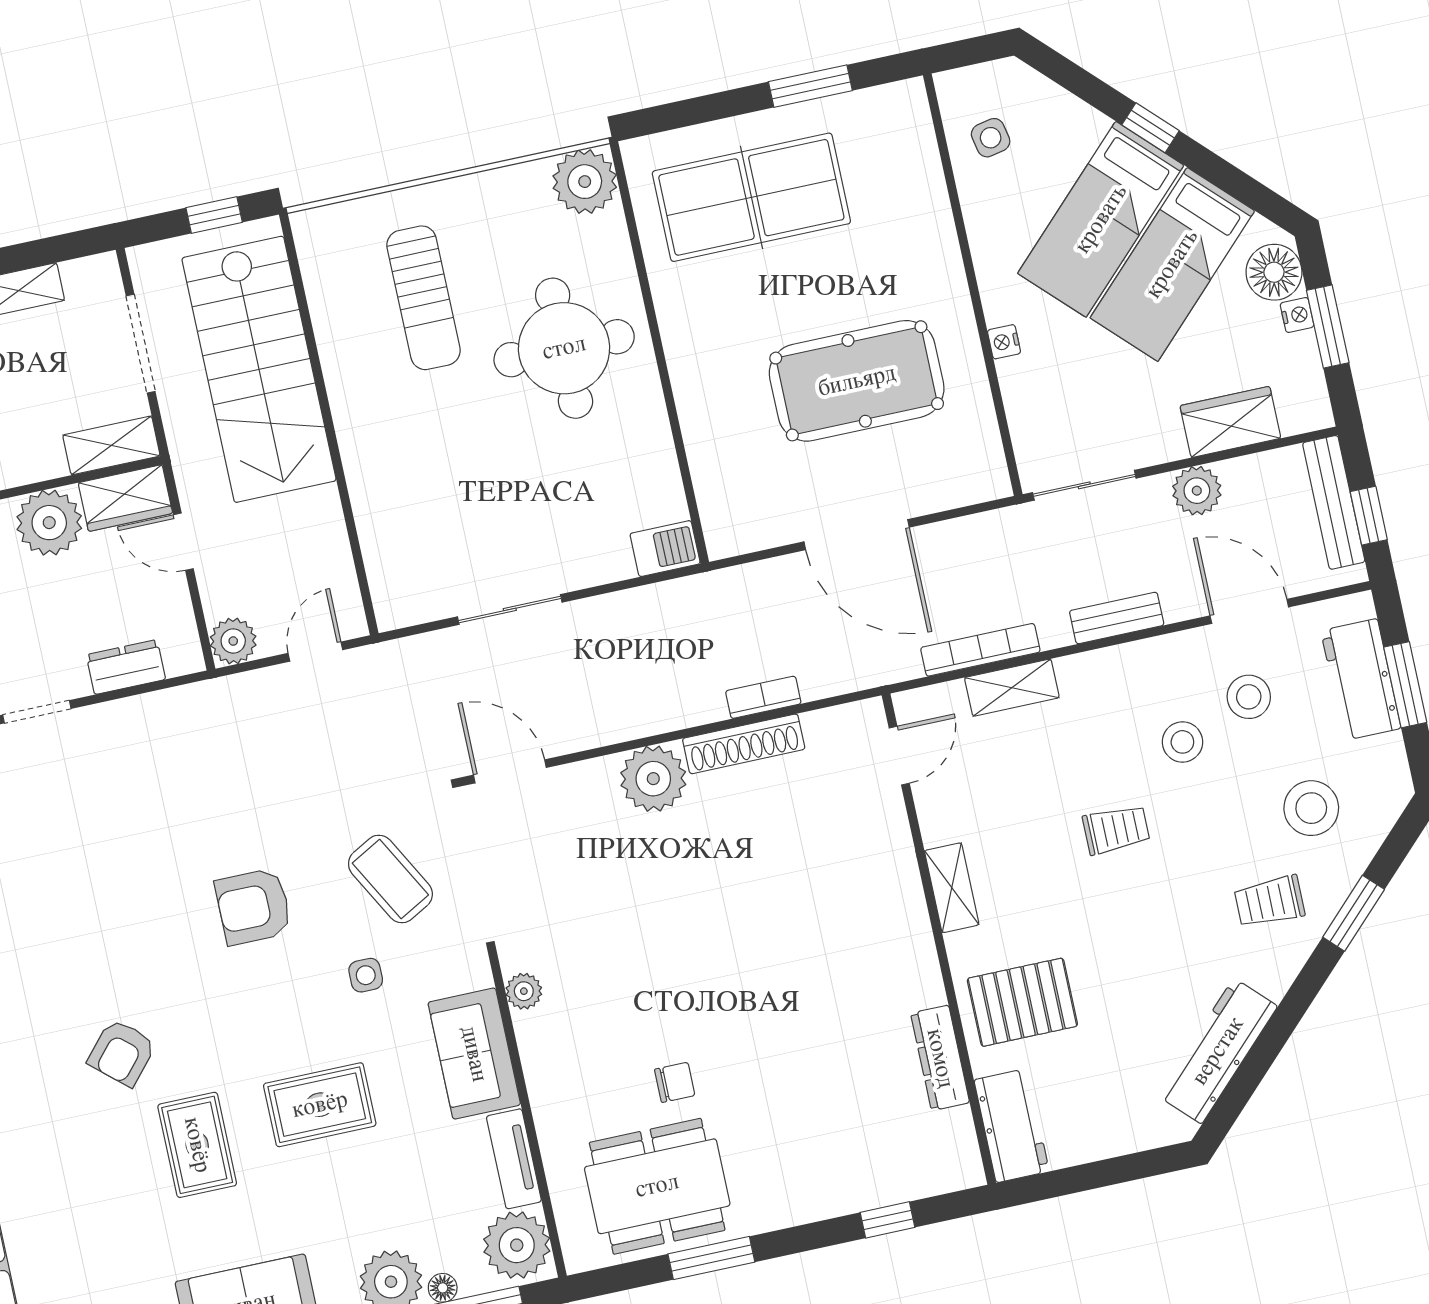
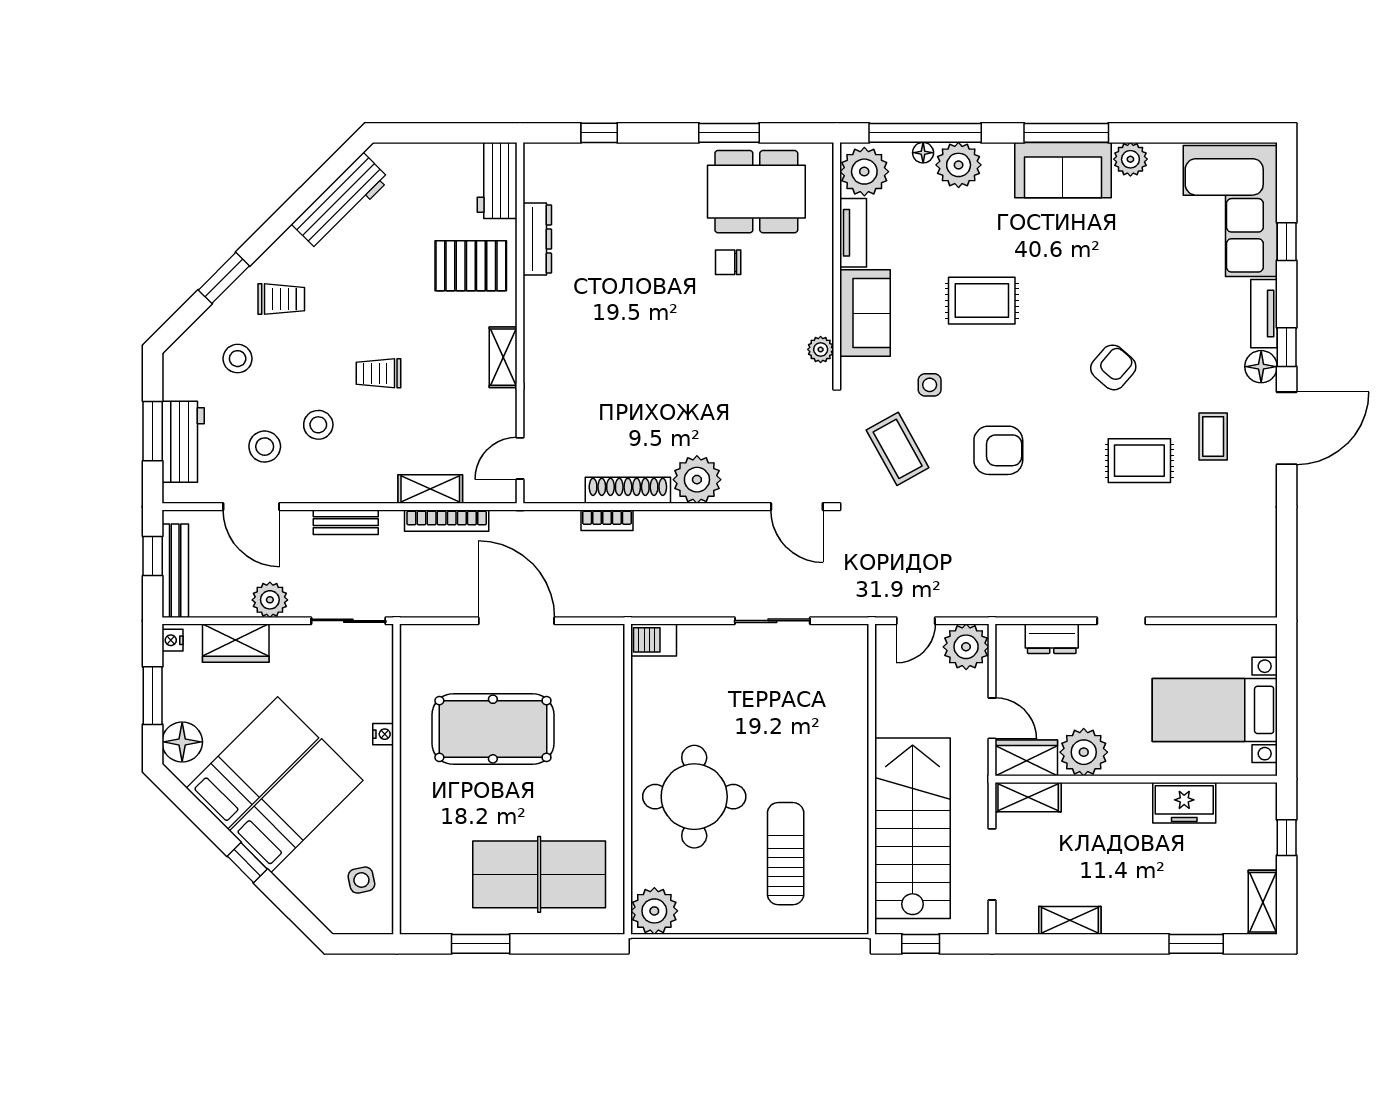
nightstand: (1297, 315) -> (172, 640), moved
plant: (233, 641) -> (966, 647), width x1.36, depth x1.36
stool: (1311, 808) -> (238, 359), width x0.73, depth x0.73
rug: (197, 1145) -> (1139, 461), moved, turned 90

